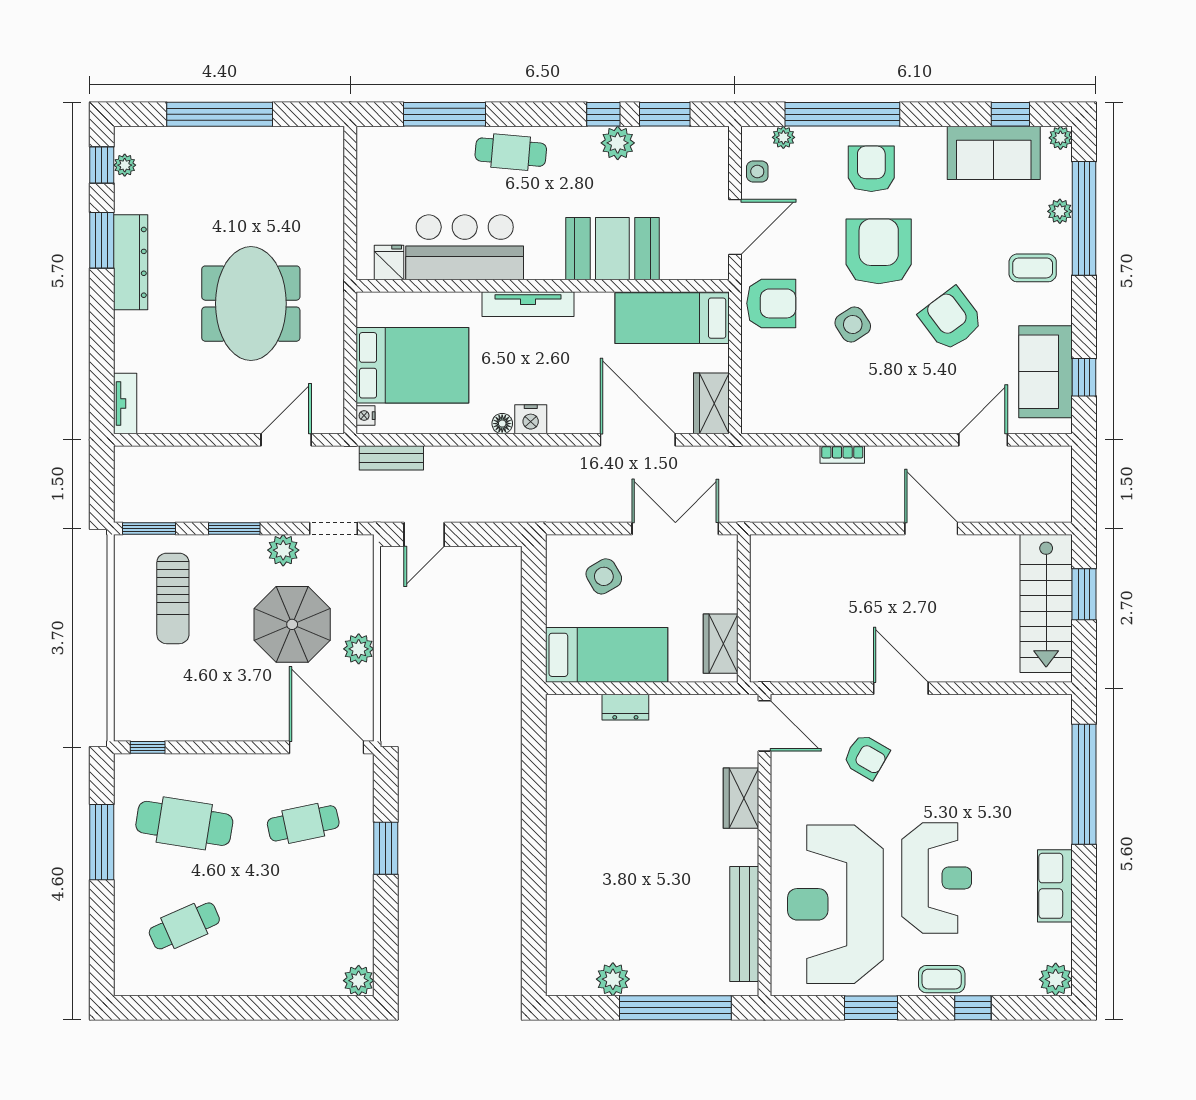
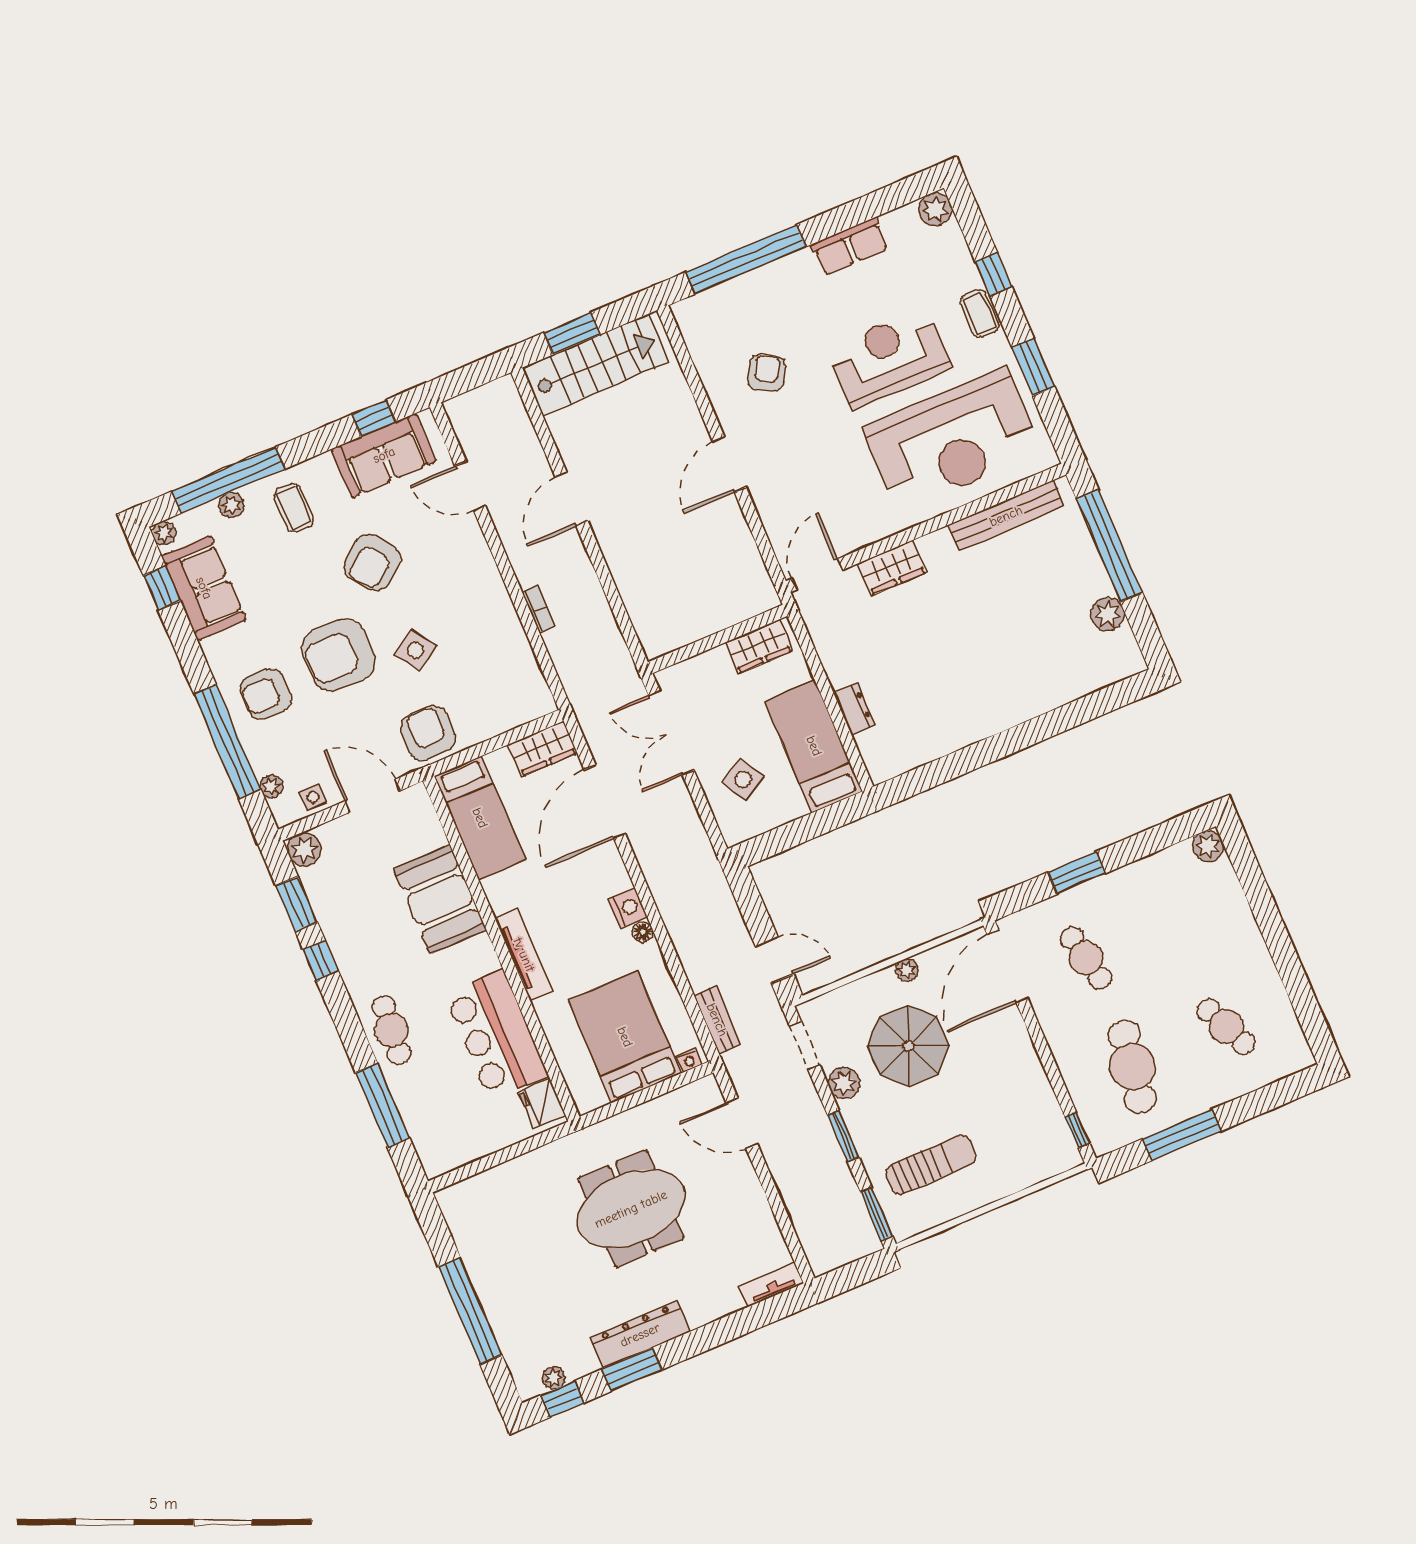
plant: (618, 143) -> (304, 850), moved
fridge: (389, 262) -> (542, 1103), width x1.38
plant: (359, 649) -> (907, 970), width x0.73, depth x0.73
armchair: (866, 757) -> (767, 373), moved

